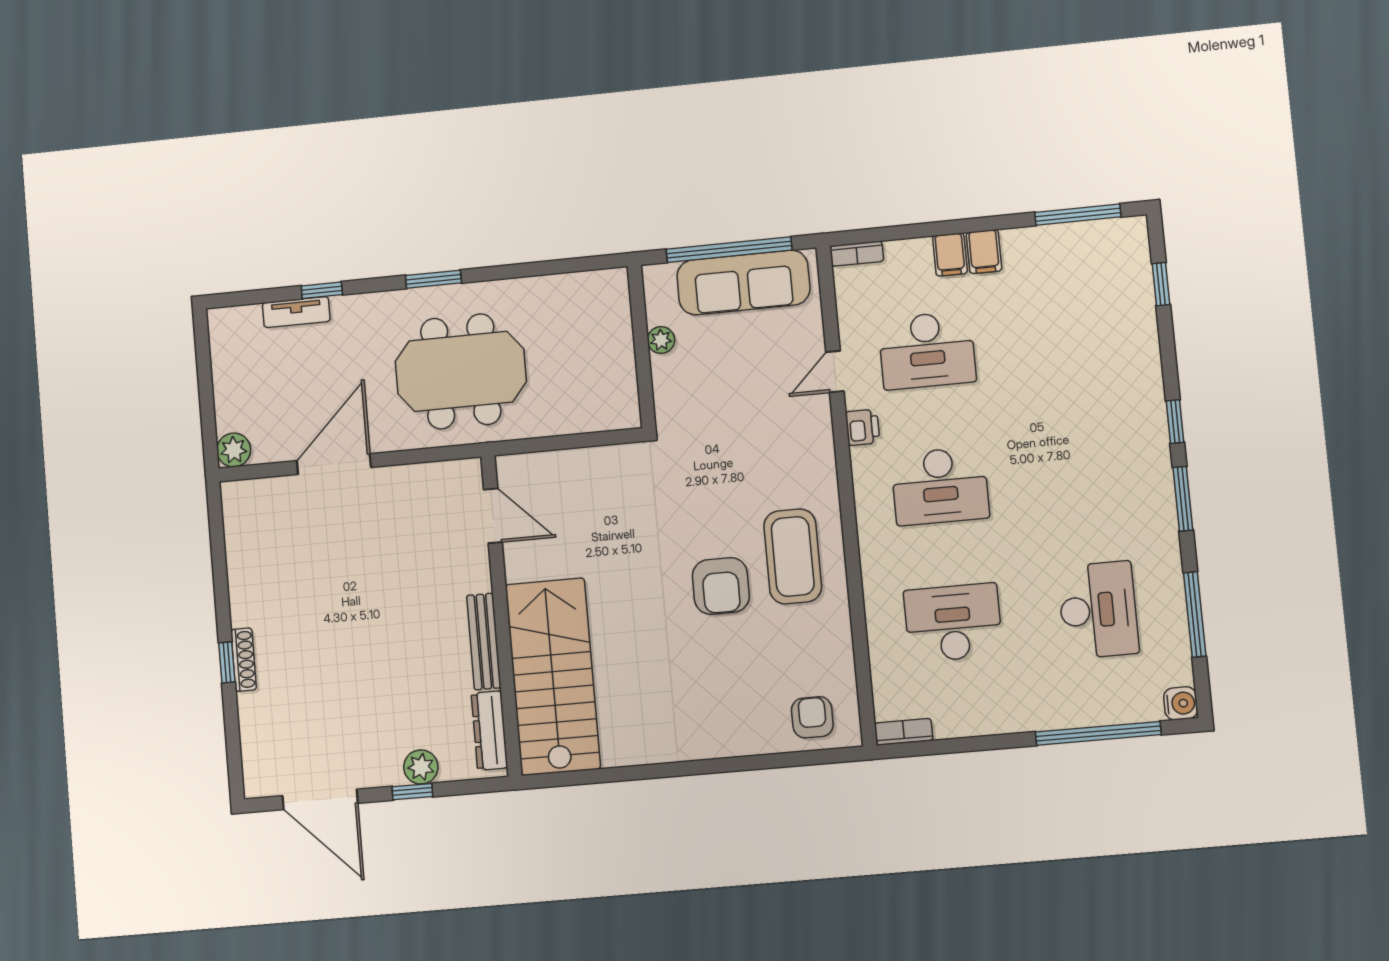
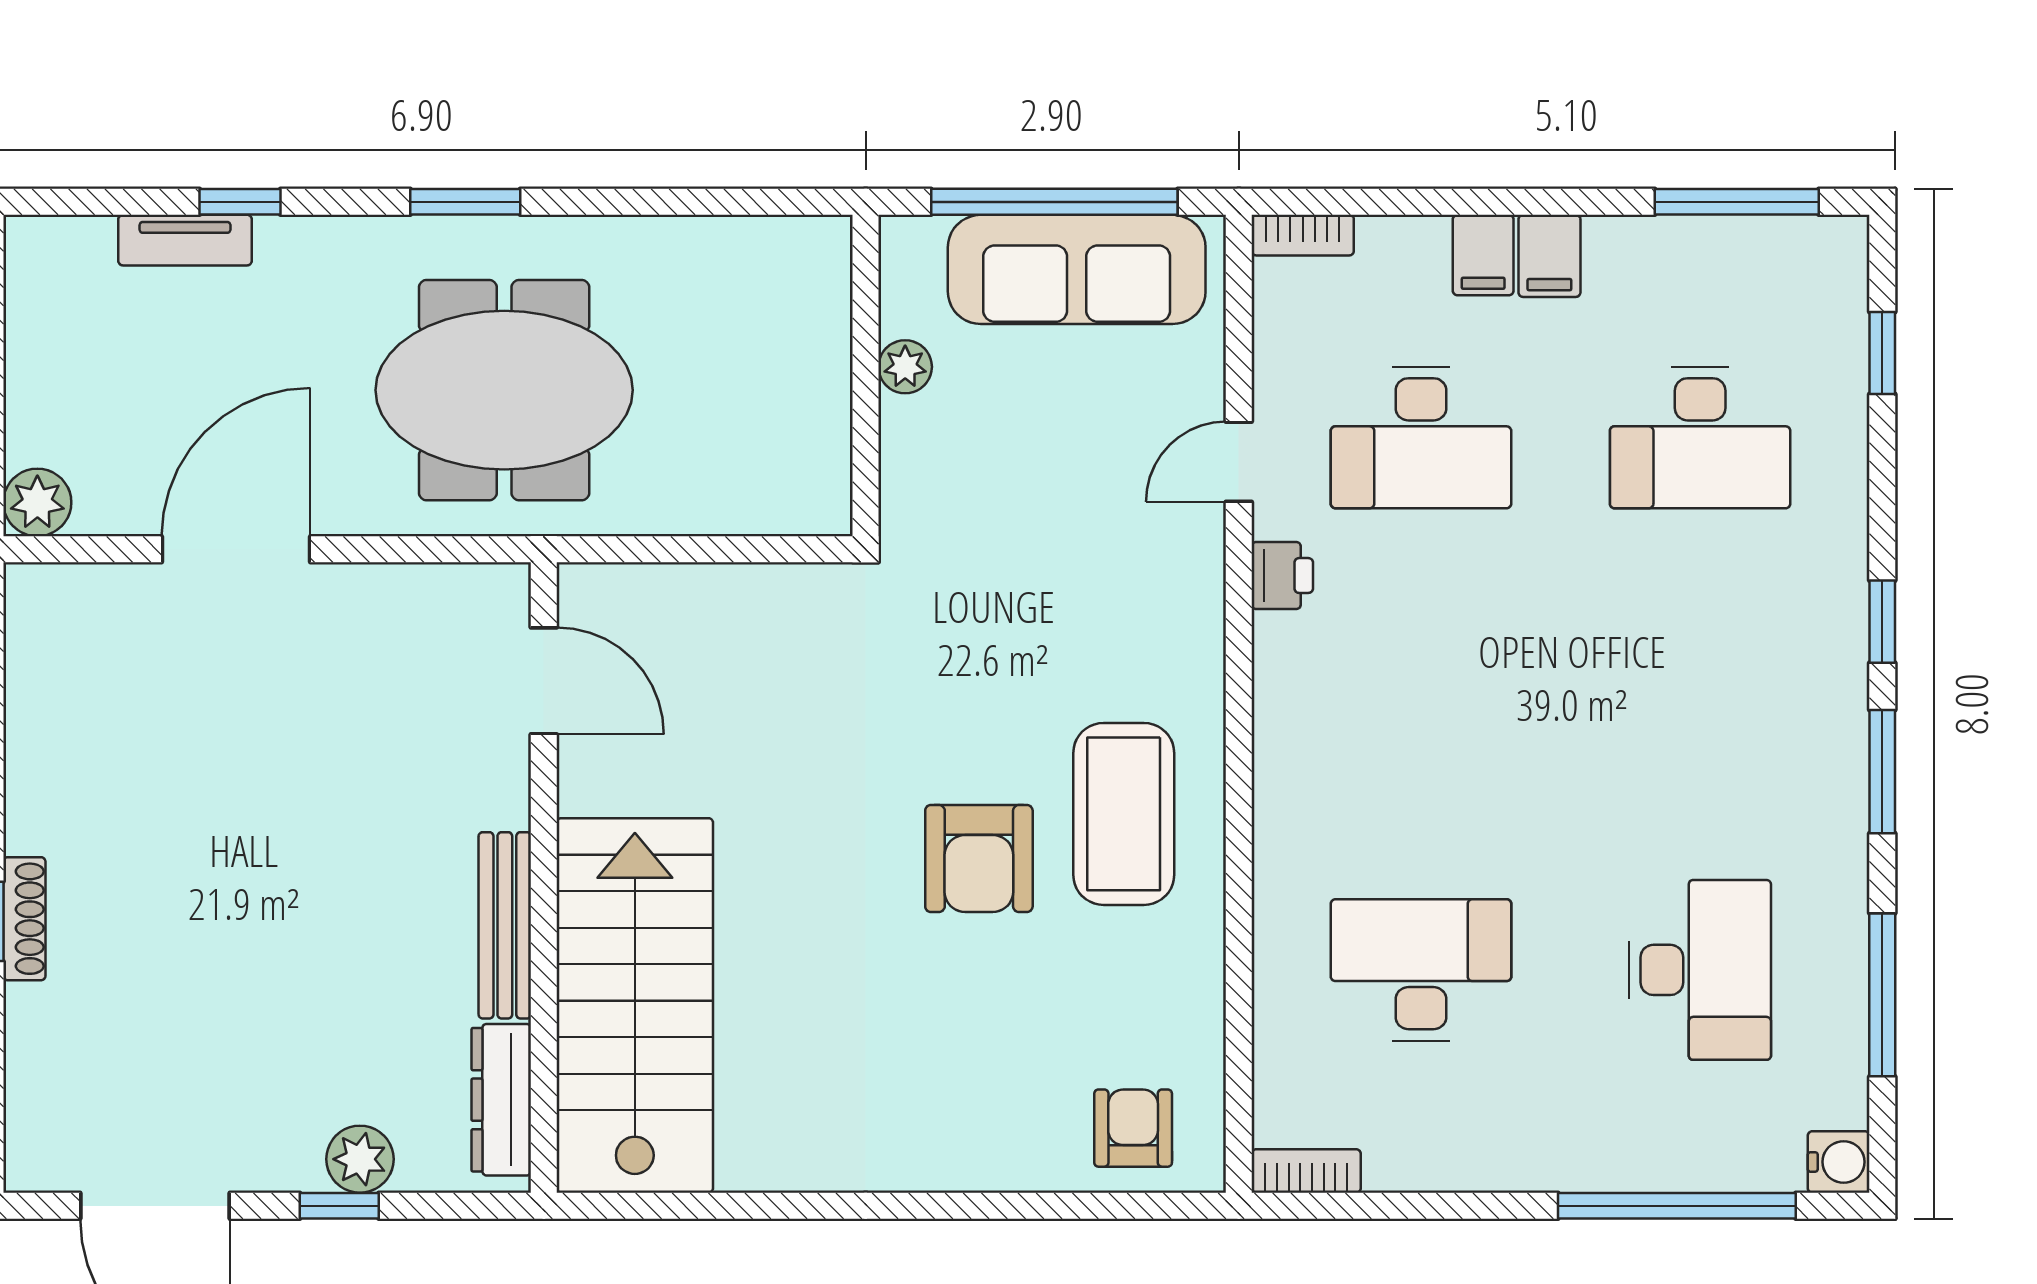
desk: (940, 486) -> (1700, 438), moved

